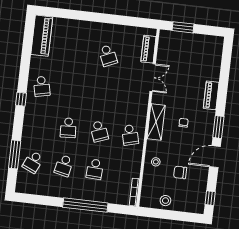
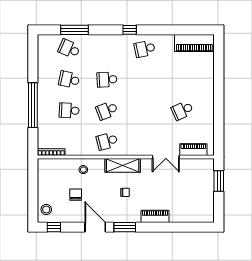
stool: (165, 201) -> (46, 209), moved

